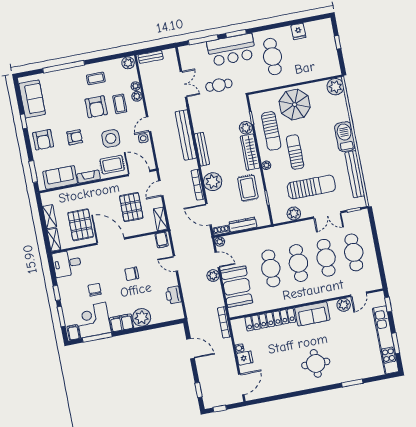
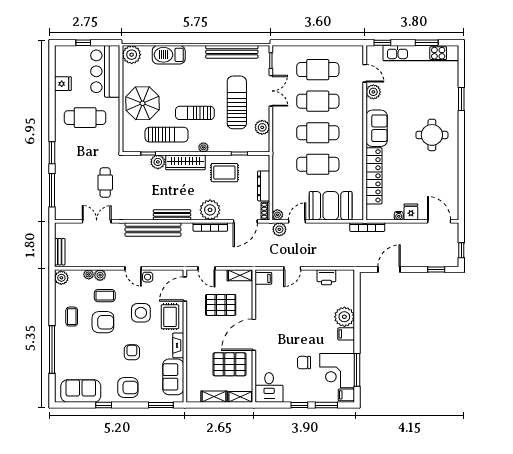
bar counter: (231, 50) -> (105, 71), moved, turned 180
barbecue: (345, 137) -> (169, 55), moved
chair: (132, 274) -> (294, 318), removed
plant: (213, 276) -> (279, 229), moved
filing cabinet: (122, 323) -> (346, 334), width x0.50

